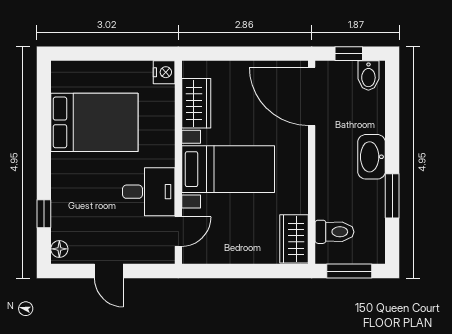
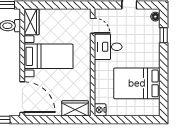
wardrobe: (196, 103) -> (75, 108), moved, turned 90
bed with nightstands: (228, 169) -> (49, 56), moved, turned 180
door: (178, 232) -> (93, 26), swing flipped

